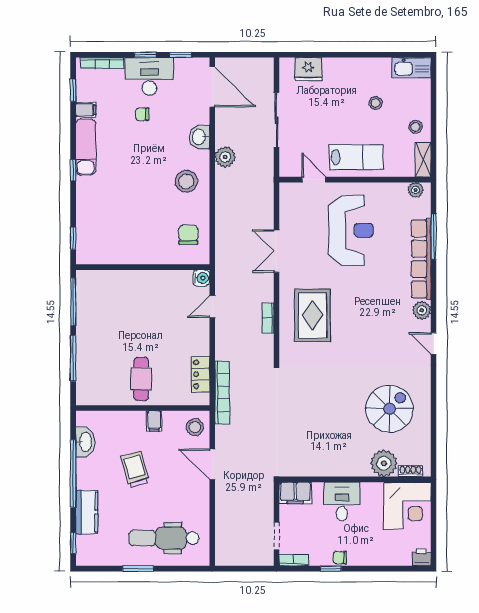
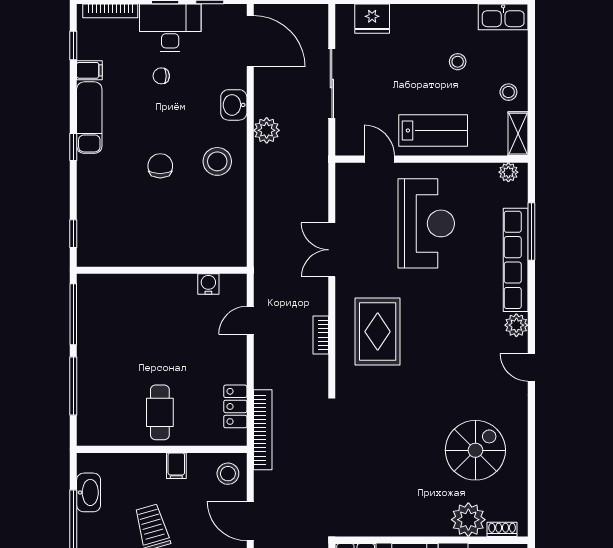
chair: (188, 235) -> (160, 166), moved
water cooler: (201, 278) -> (208, 284), moved, turned -90

